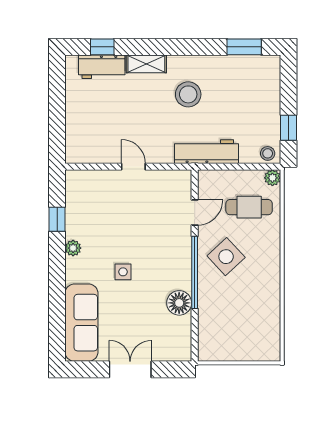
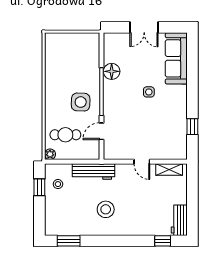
shelving: (146, 64) -> (169, 170), moved
workbench: (102, 67) -> (179, 220), moved, turned -90
stool: (268, 153) -> (58, 184), moved
plant: (73, 248) -> (182, 108), removed
side table: (226, 257) -> (81, 102), turned 45

